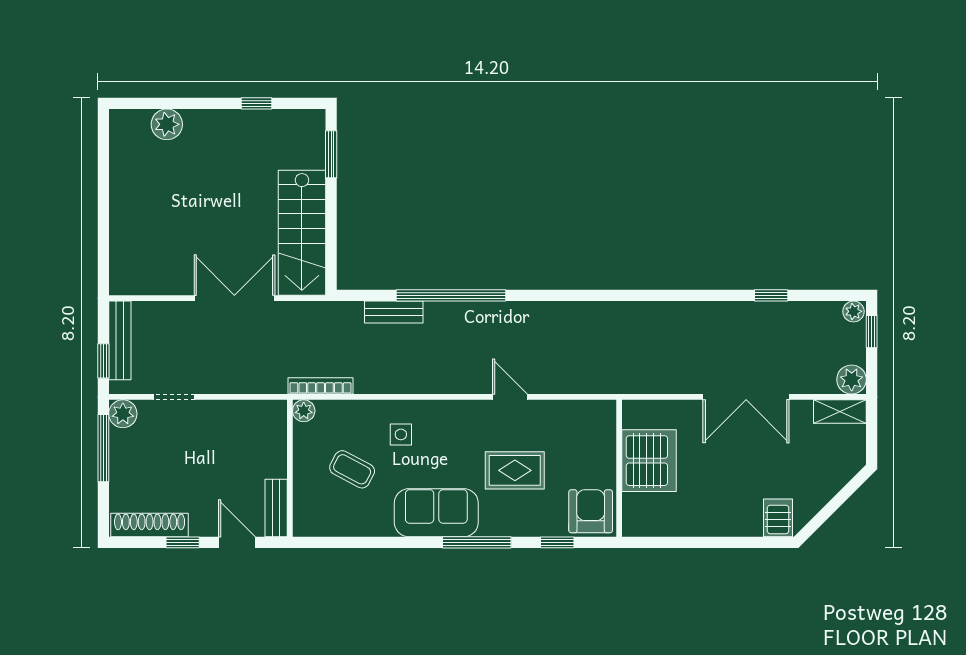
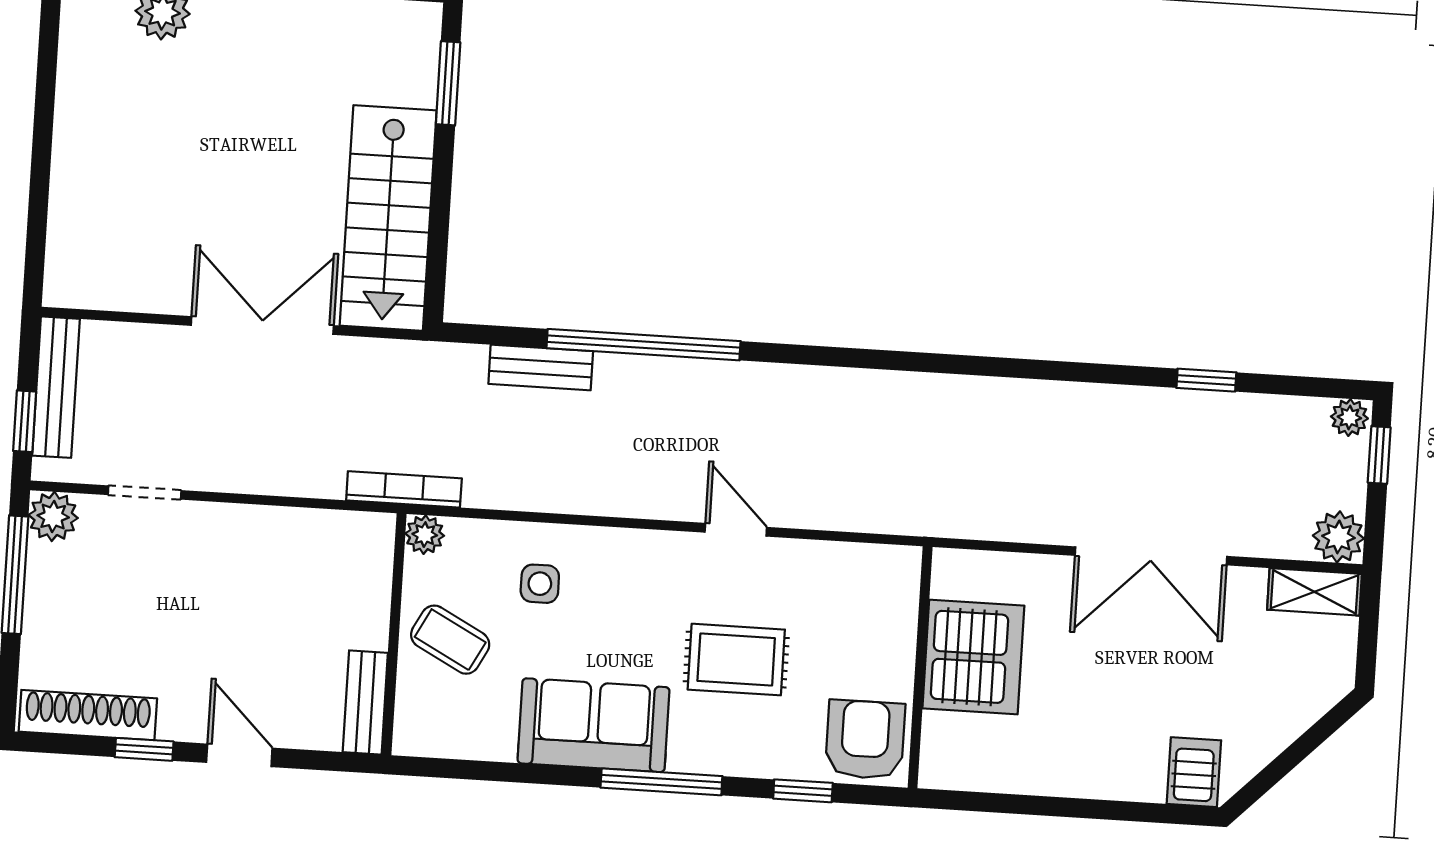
plant: (304, 411) -> (425, 535), moved
wall: (290, 468) -> (394, 634), moved
bench: (276, 508) -> (365, 702), moved

